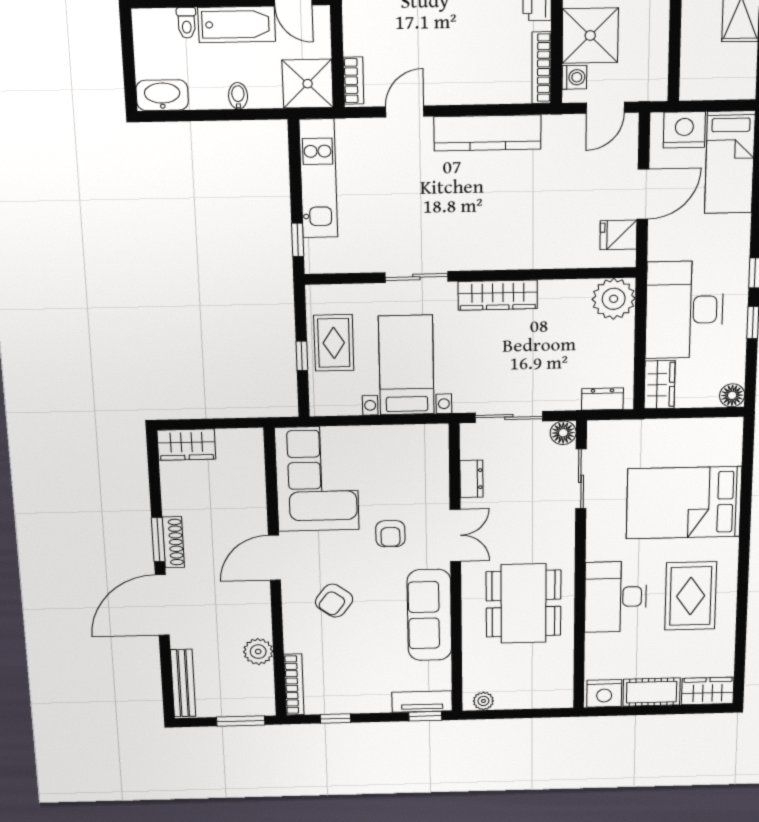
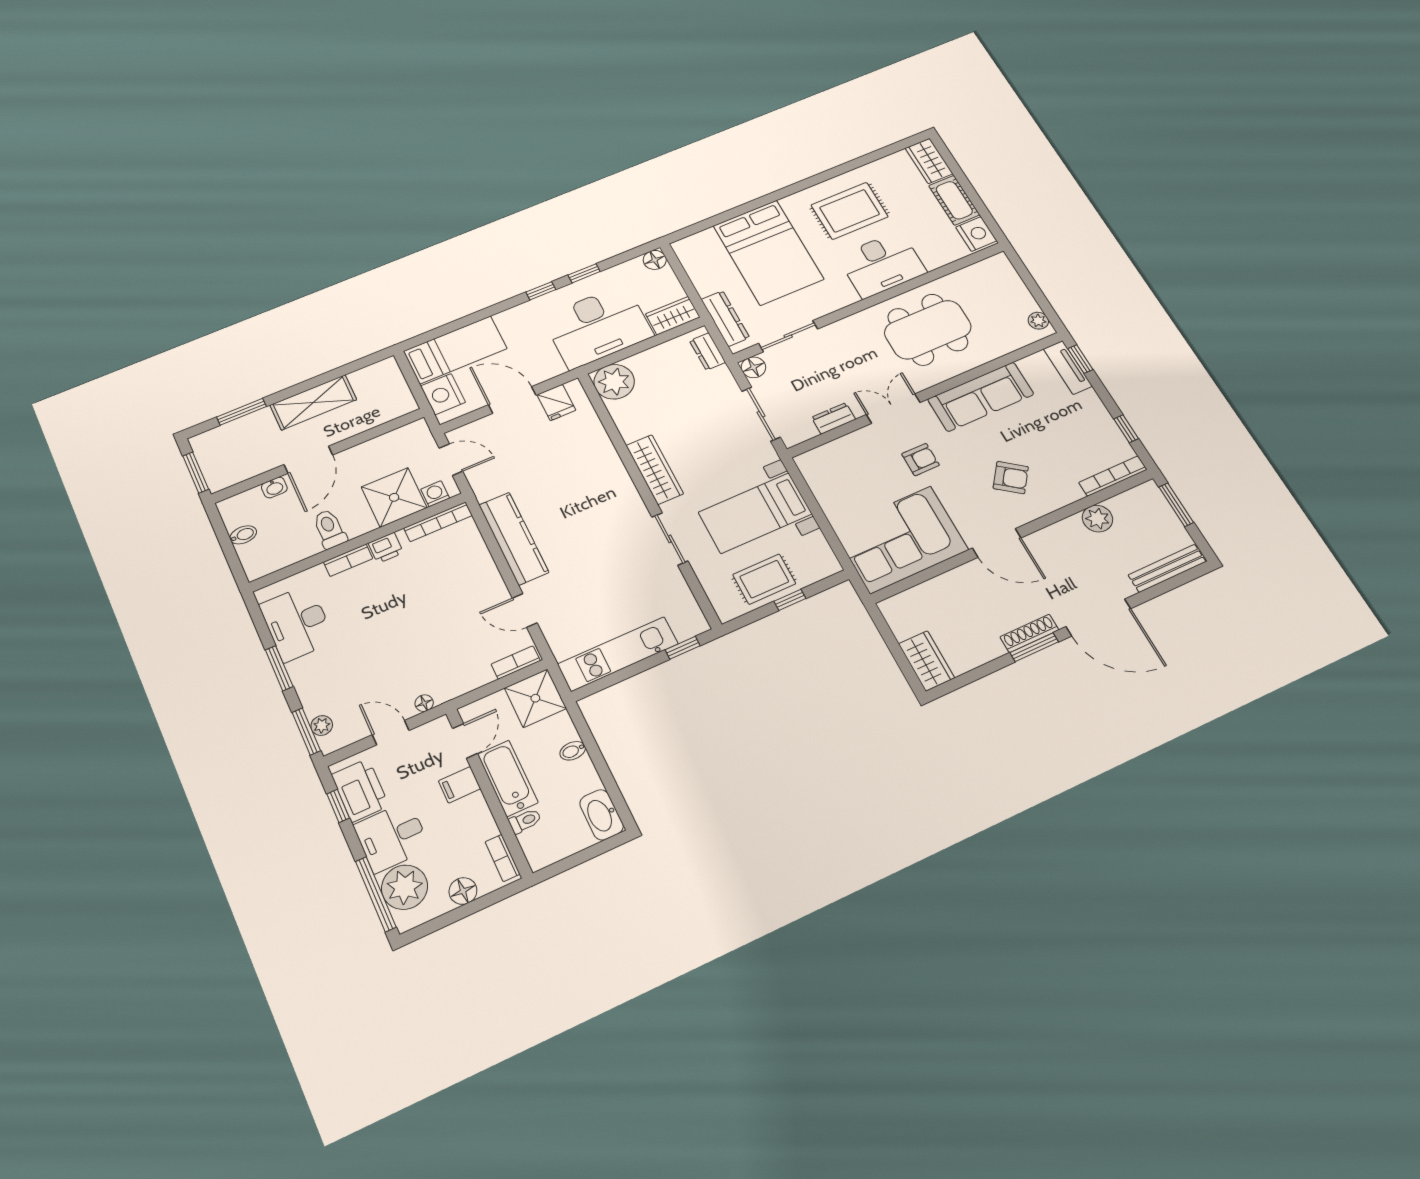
dresser: (631, 431) -> (725, 318), added

